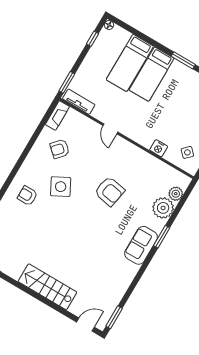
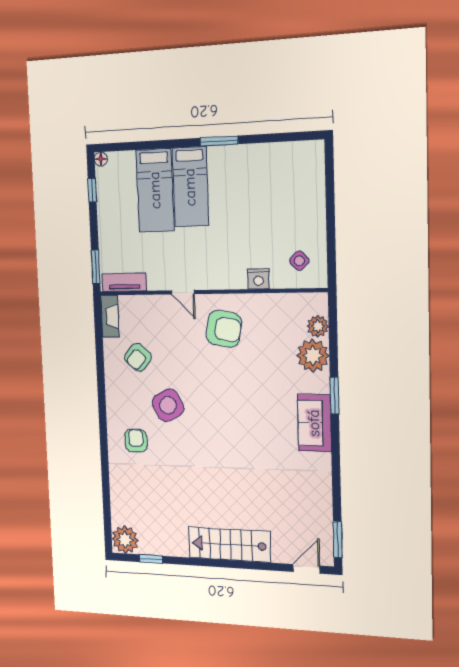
armchair: (109, 191) -> (224, 329), moved
armchair: (27, 196) -> (136, 441), turned 90

